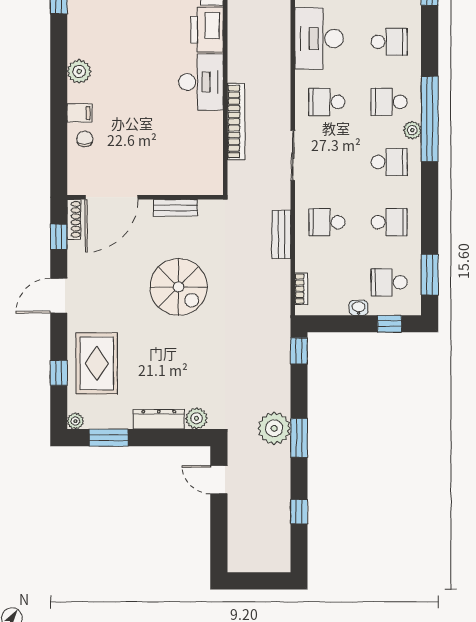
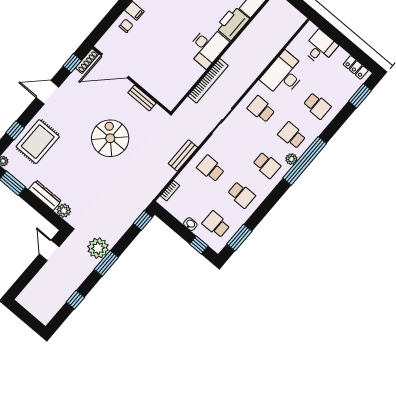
spiral stairs: (179, 287) -> (110, 138), turned 180

